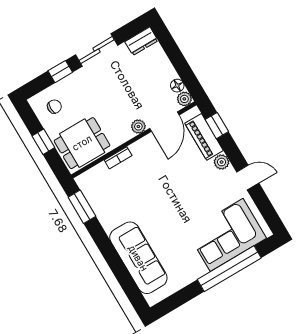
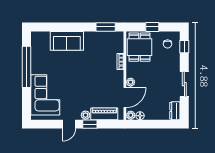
window: (60, 72) -> (184, 47), moved
door: (164, 122) -> (125, 98), swing flipped
window: (217, 126) -> (90, 124), moved
sofa: (138, 258) -> (67, 41), width x0.73
window: (229, 269) -> (26, 67), moved

